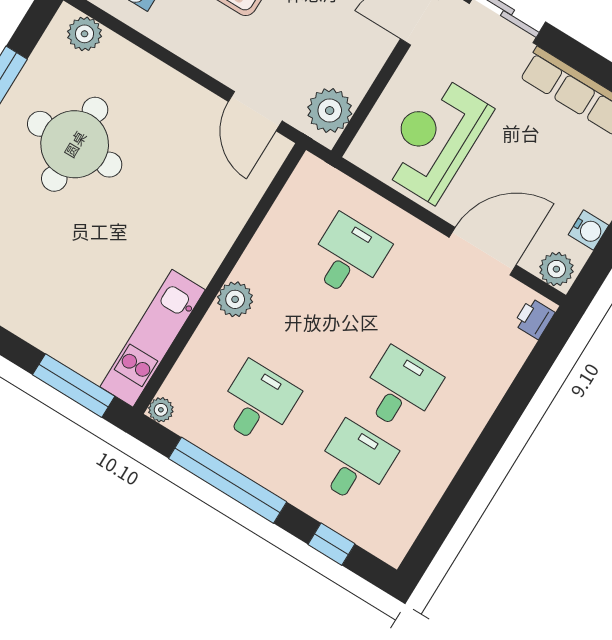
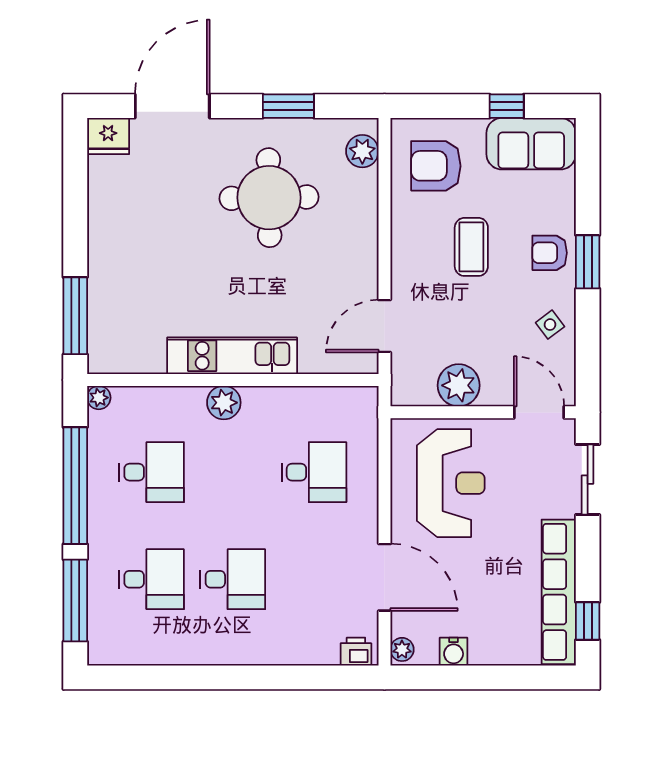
plant: (330, 111) -> (459, 385), moved
reception desk: (435, 139) -> (451, 483), turned 90
plant: (556, 269) -> (402, 649), width x0.73, depth x0.73
kitchen unit: (153, 338) -> (232, 356), moved
window: (331, 544) -> (75, 600), width x2.17

